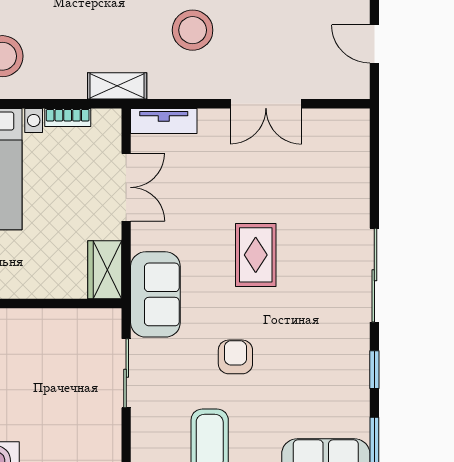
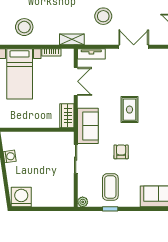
double door: (266, 104) -> (134, 47), swing flipped

